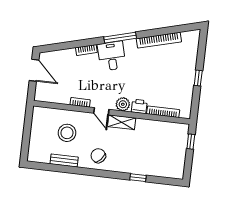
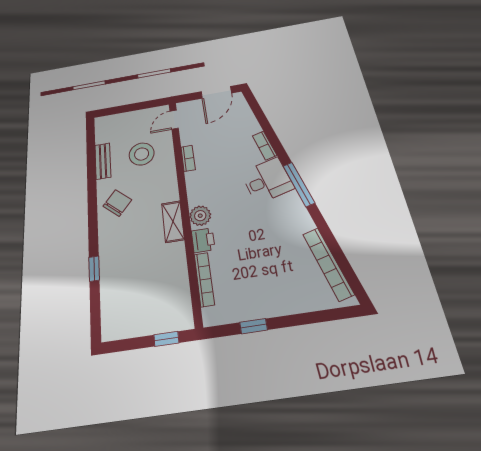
bookcase: (159, 40) -> (328, 264), moved
window: (198, 78) -> (254, 326), moved
door: (101, 111) -> (174, 120), moved

